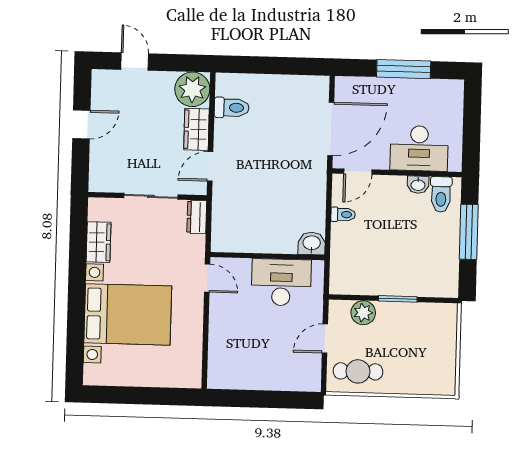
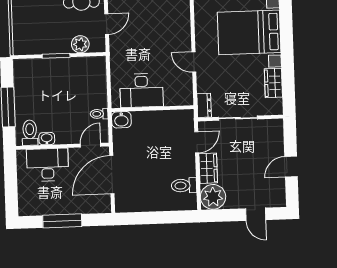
washbasin: (312, 243) -> (121, 120), moved
wall: (267, 256) -> (153, 109), moved
desk: (281, 282) -> (142, 90), moved

